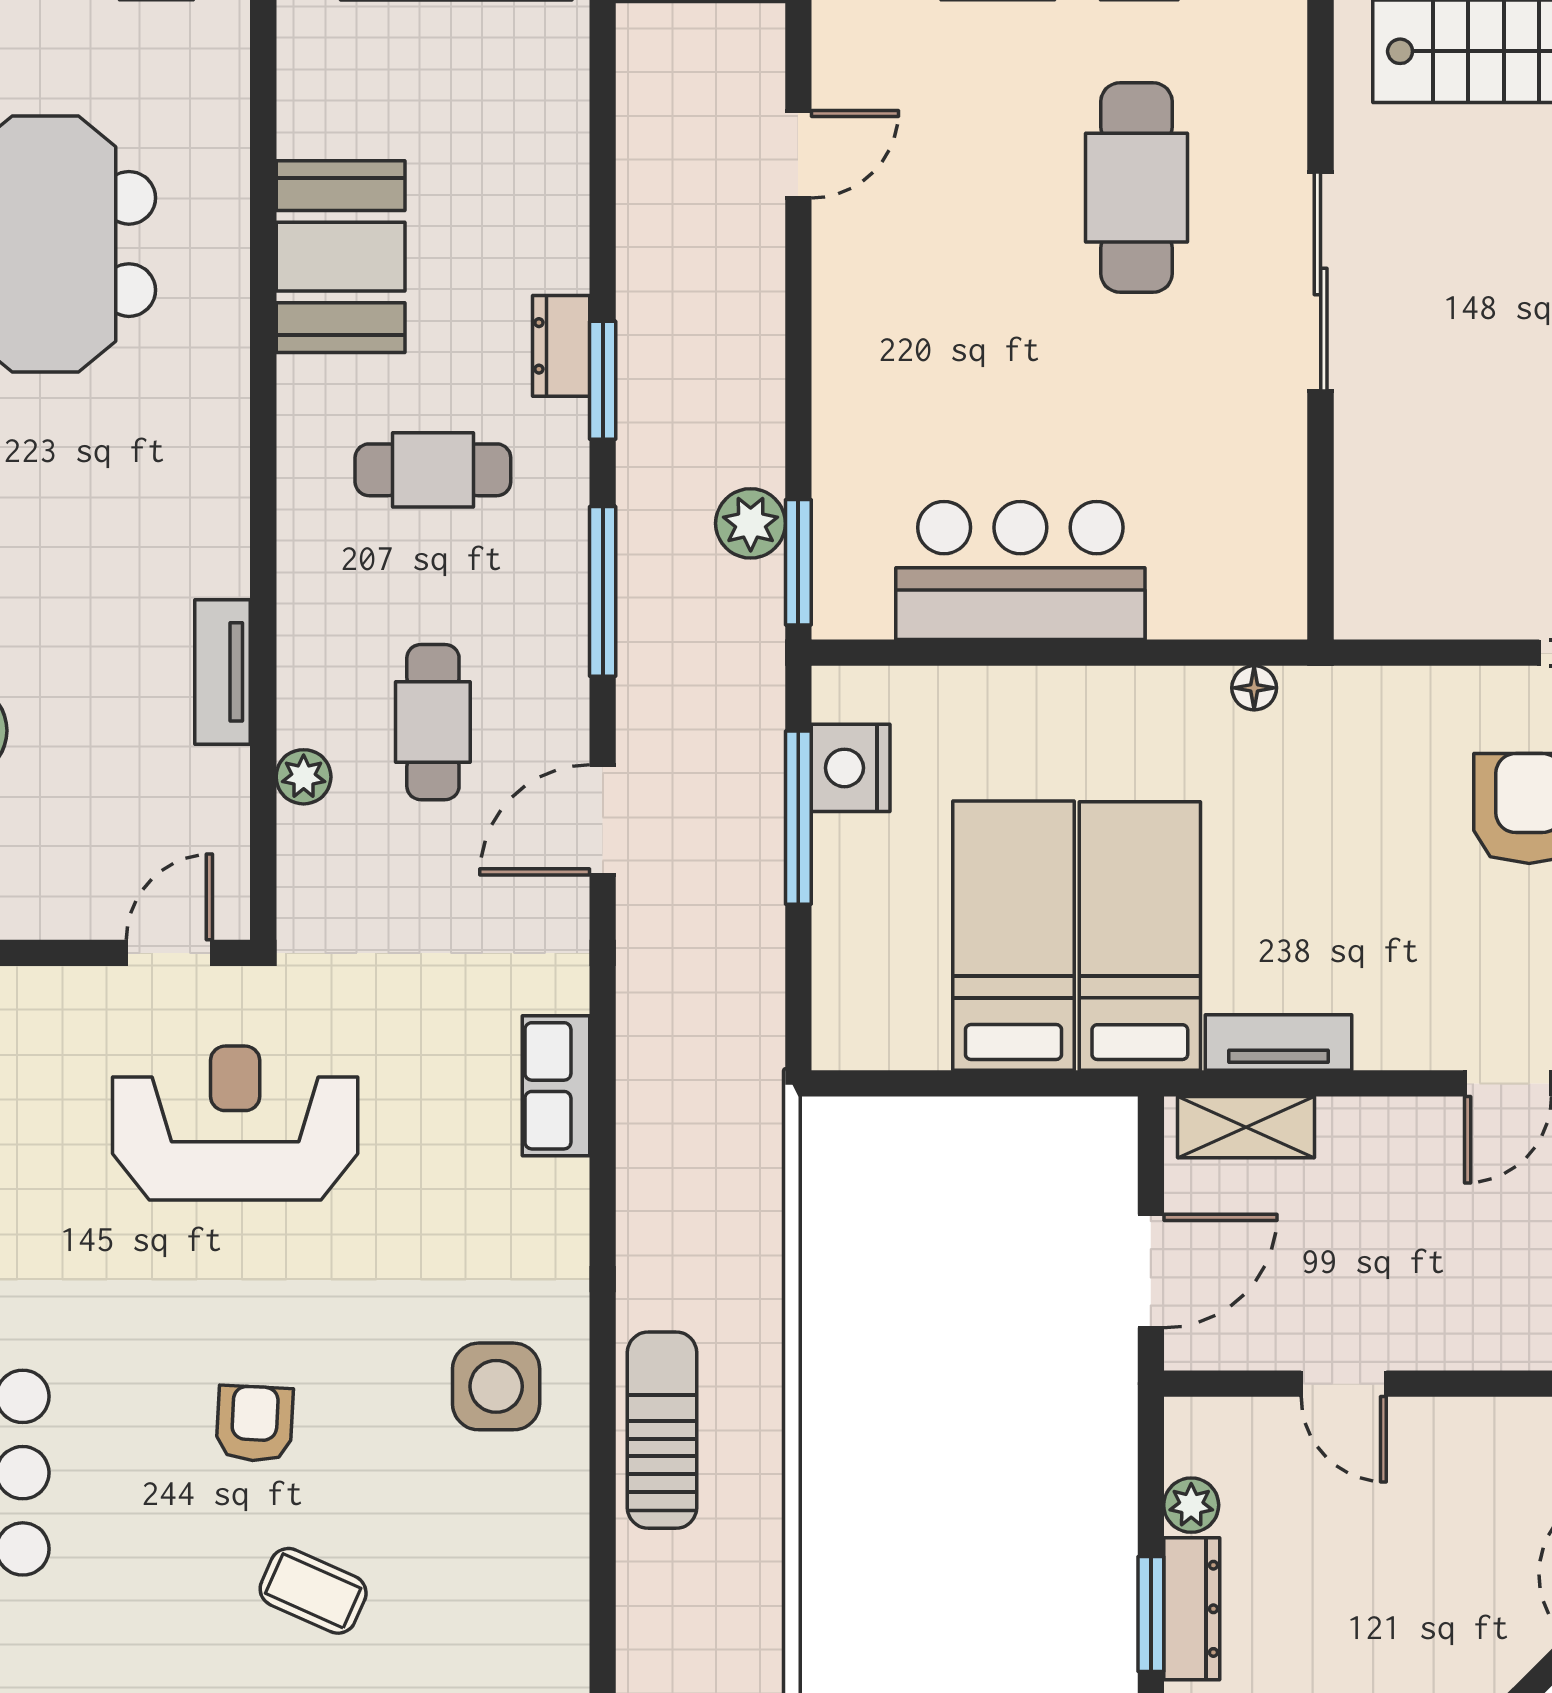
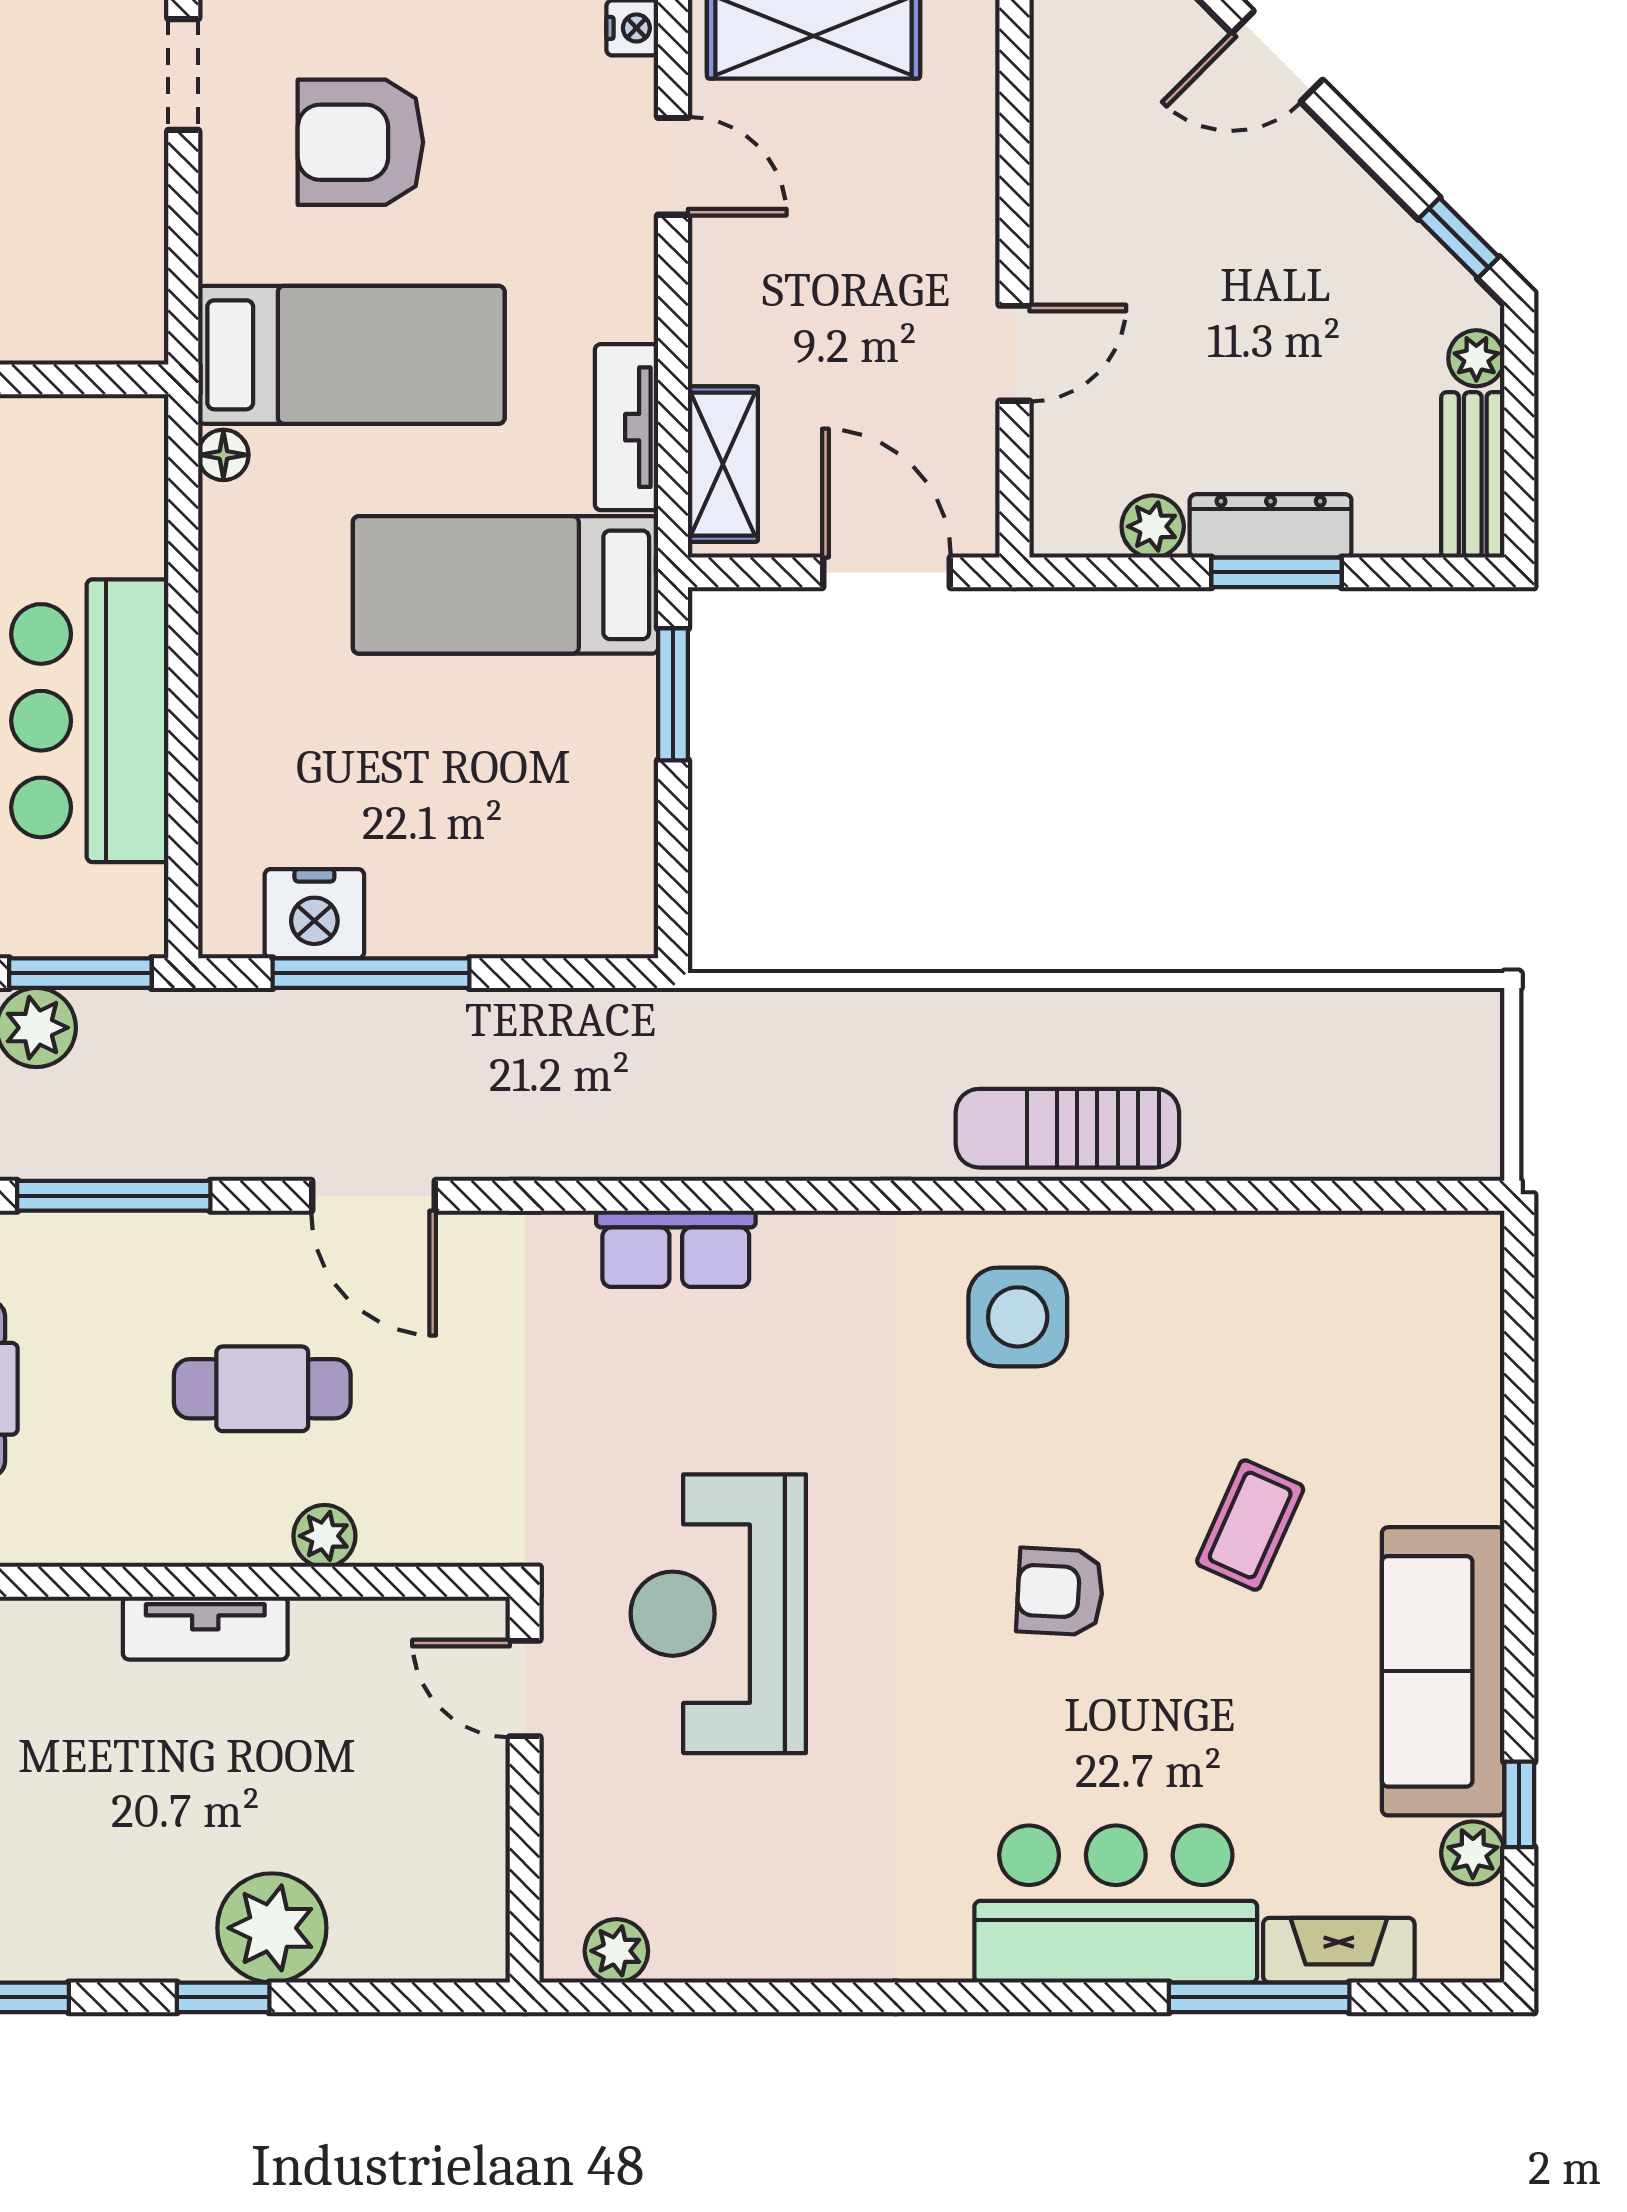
bed: (1014, 936) -> (351, 355), moved, turned 180
window: (1044, 1083) -> (673, 694), added

